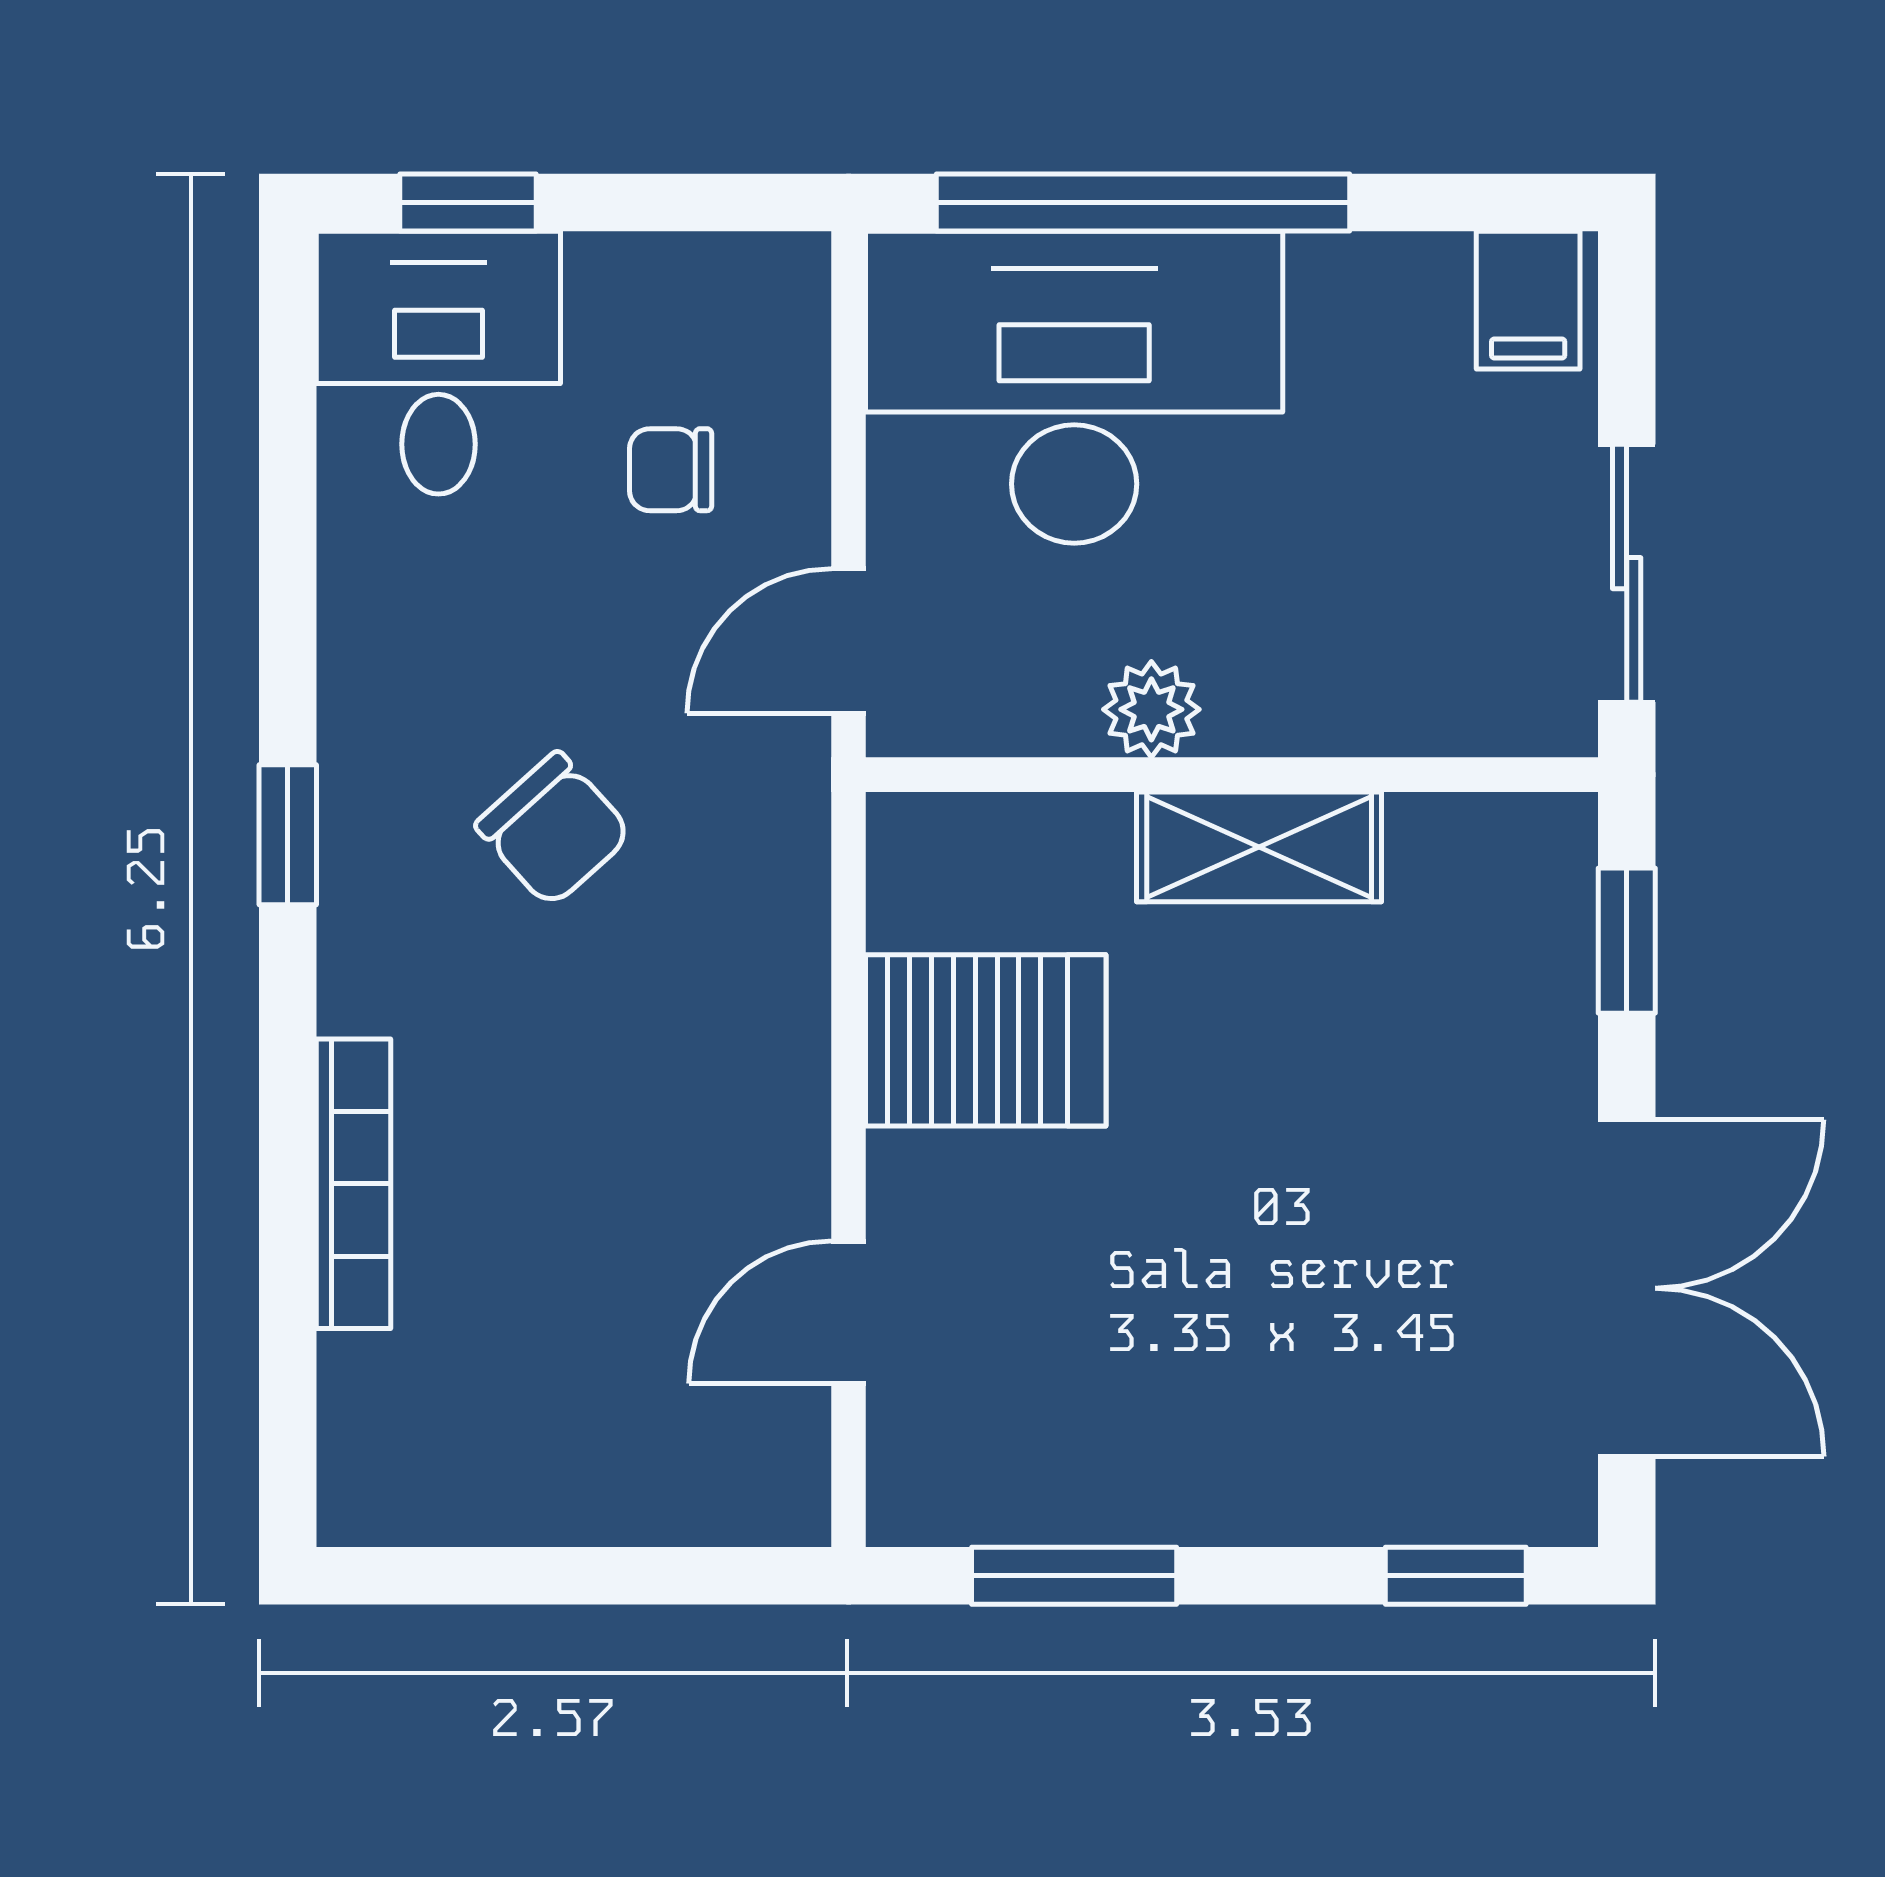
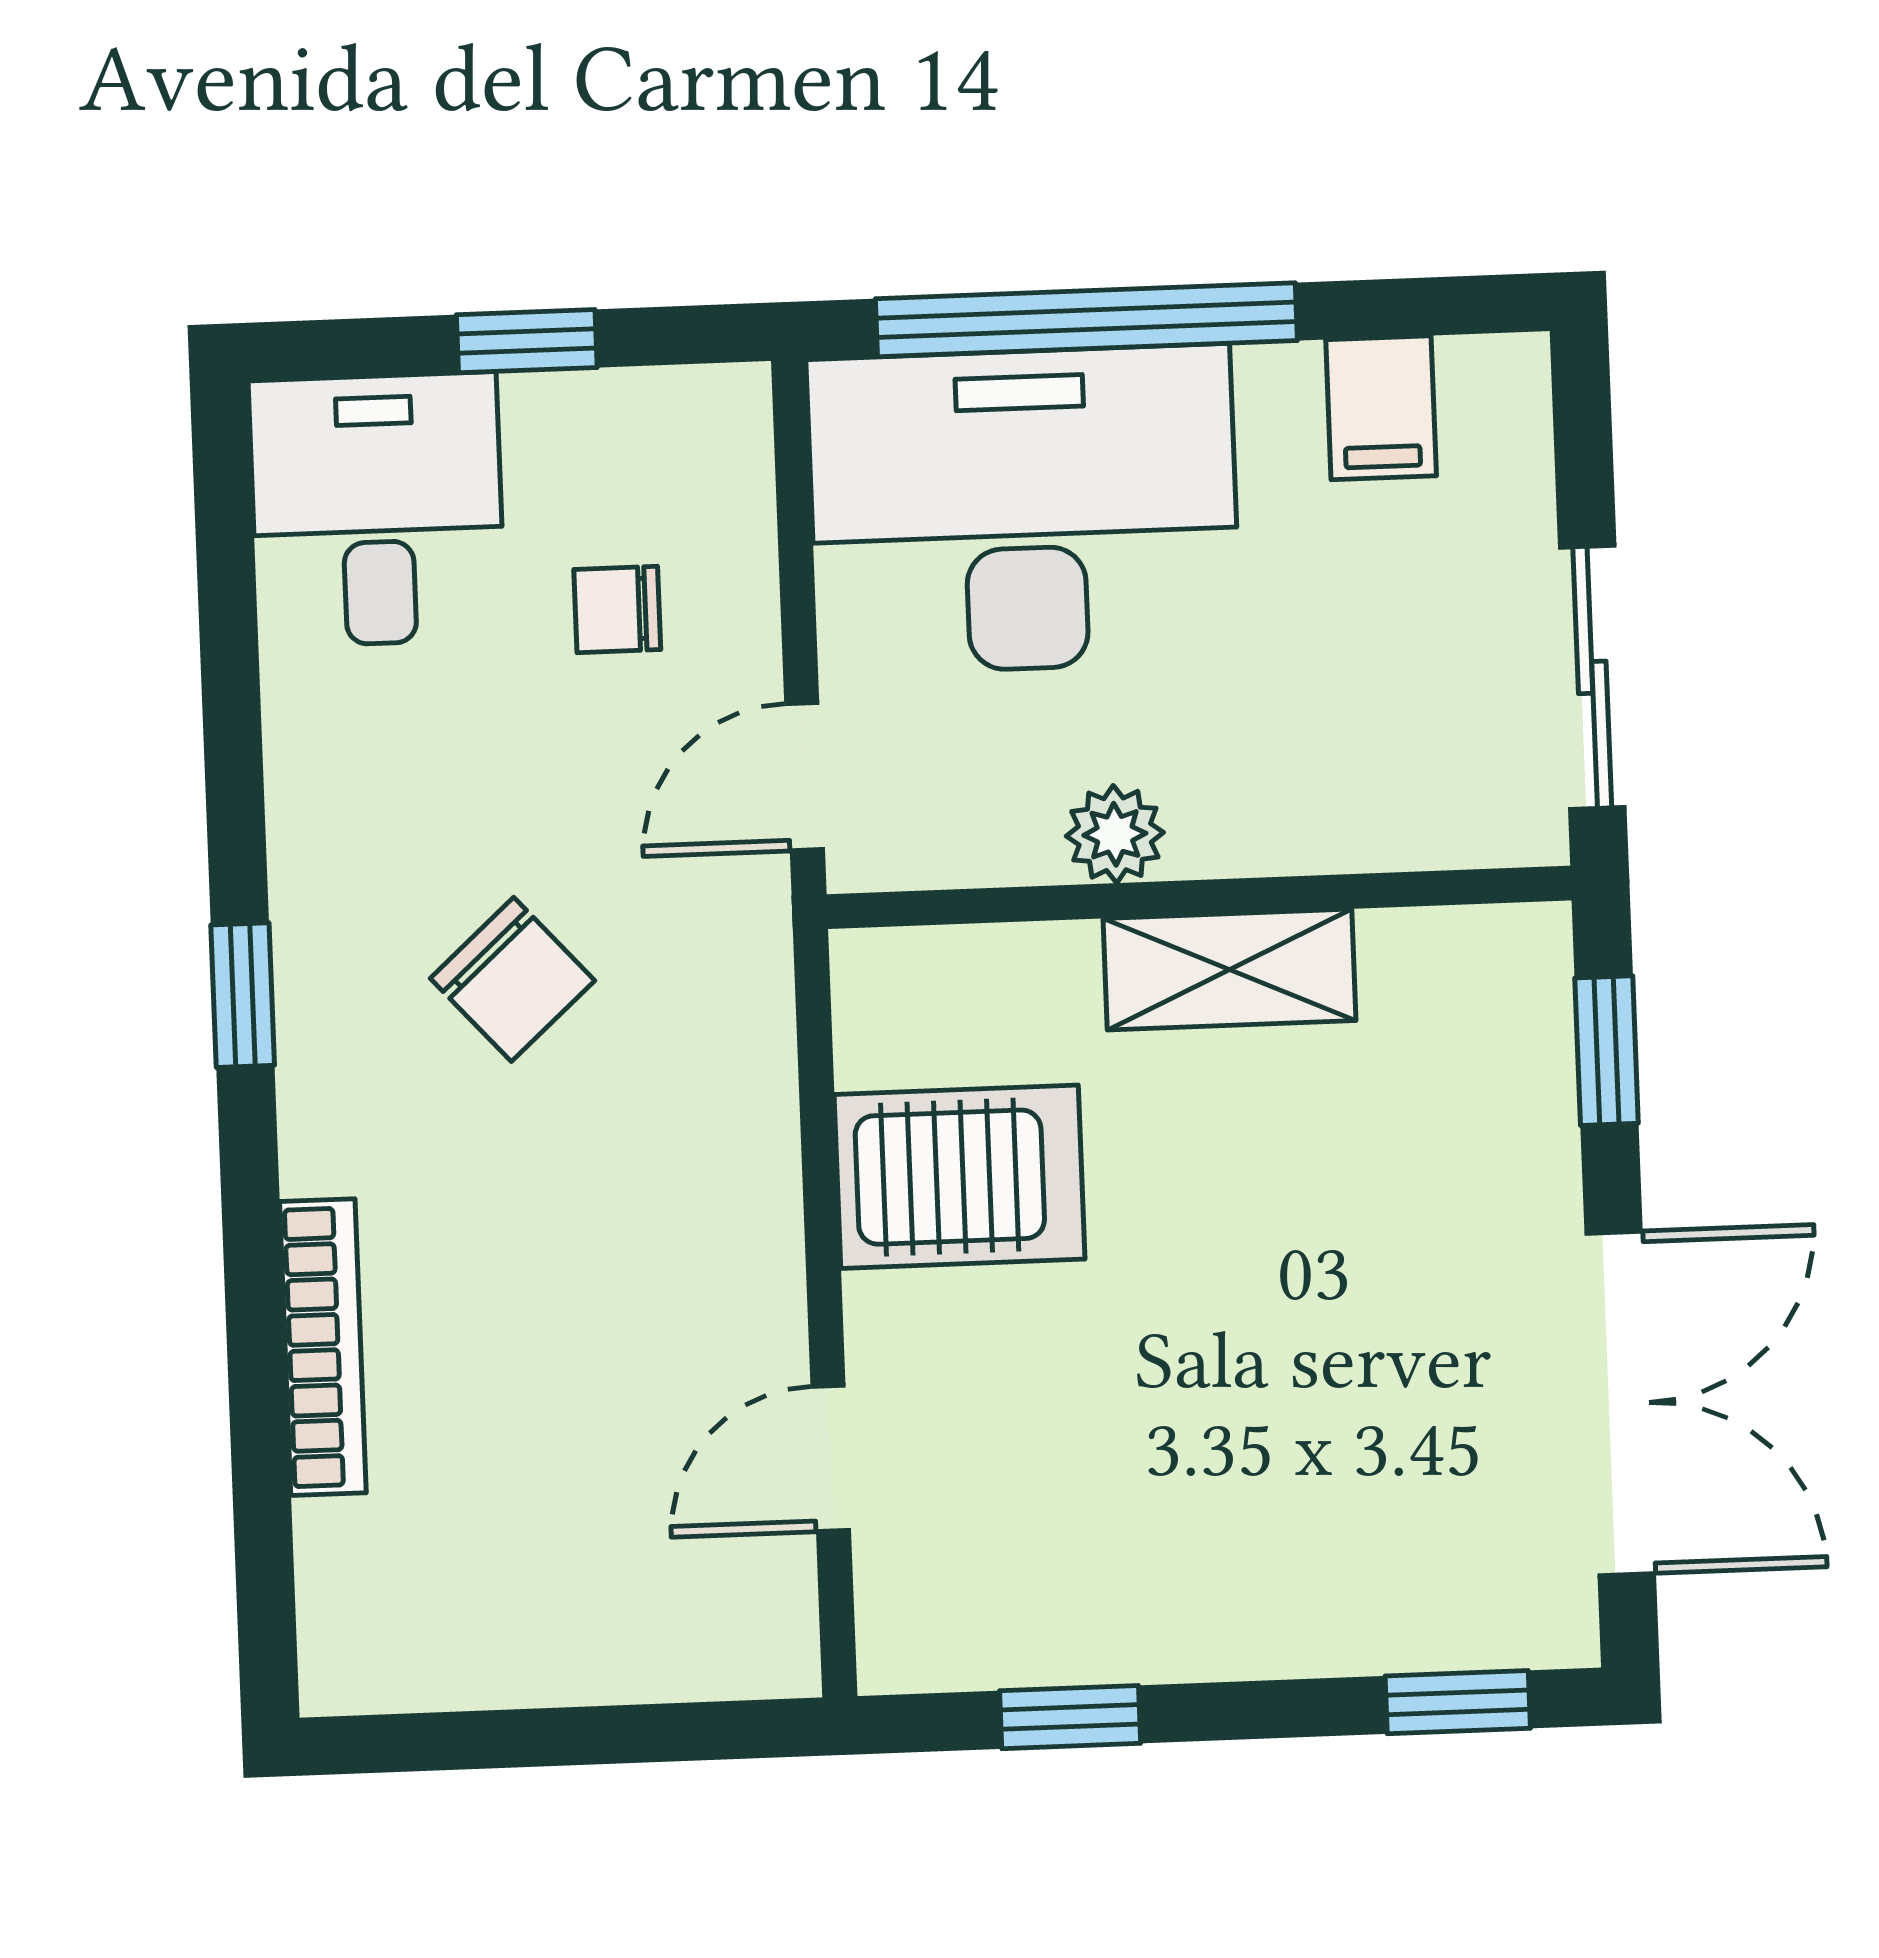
window: (468, 202) -> (527, 341), moved
filing cabinet: (1528, 300) -> (1381, 408), moved
window: (1074, 1576) -> (1070, 1717), width x0.67

